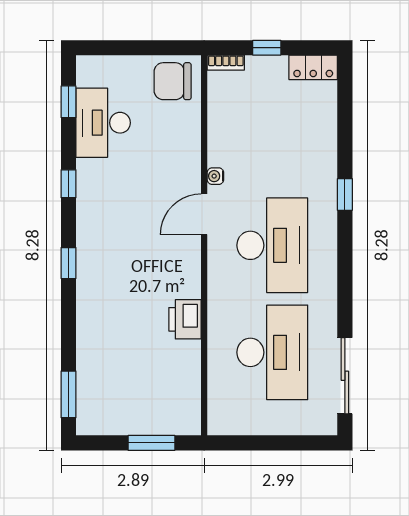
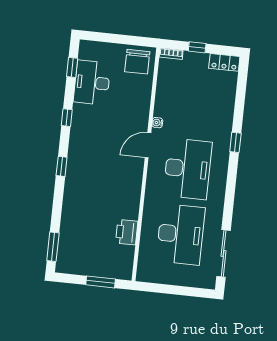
chair: (173, 81) -> (137, 62), turned -90
printer: (185, 319) -> (127, 232), moved

